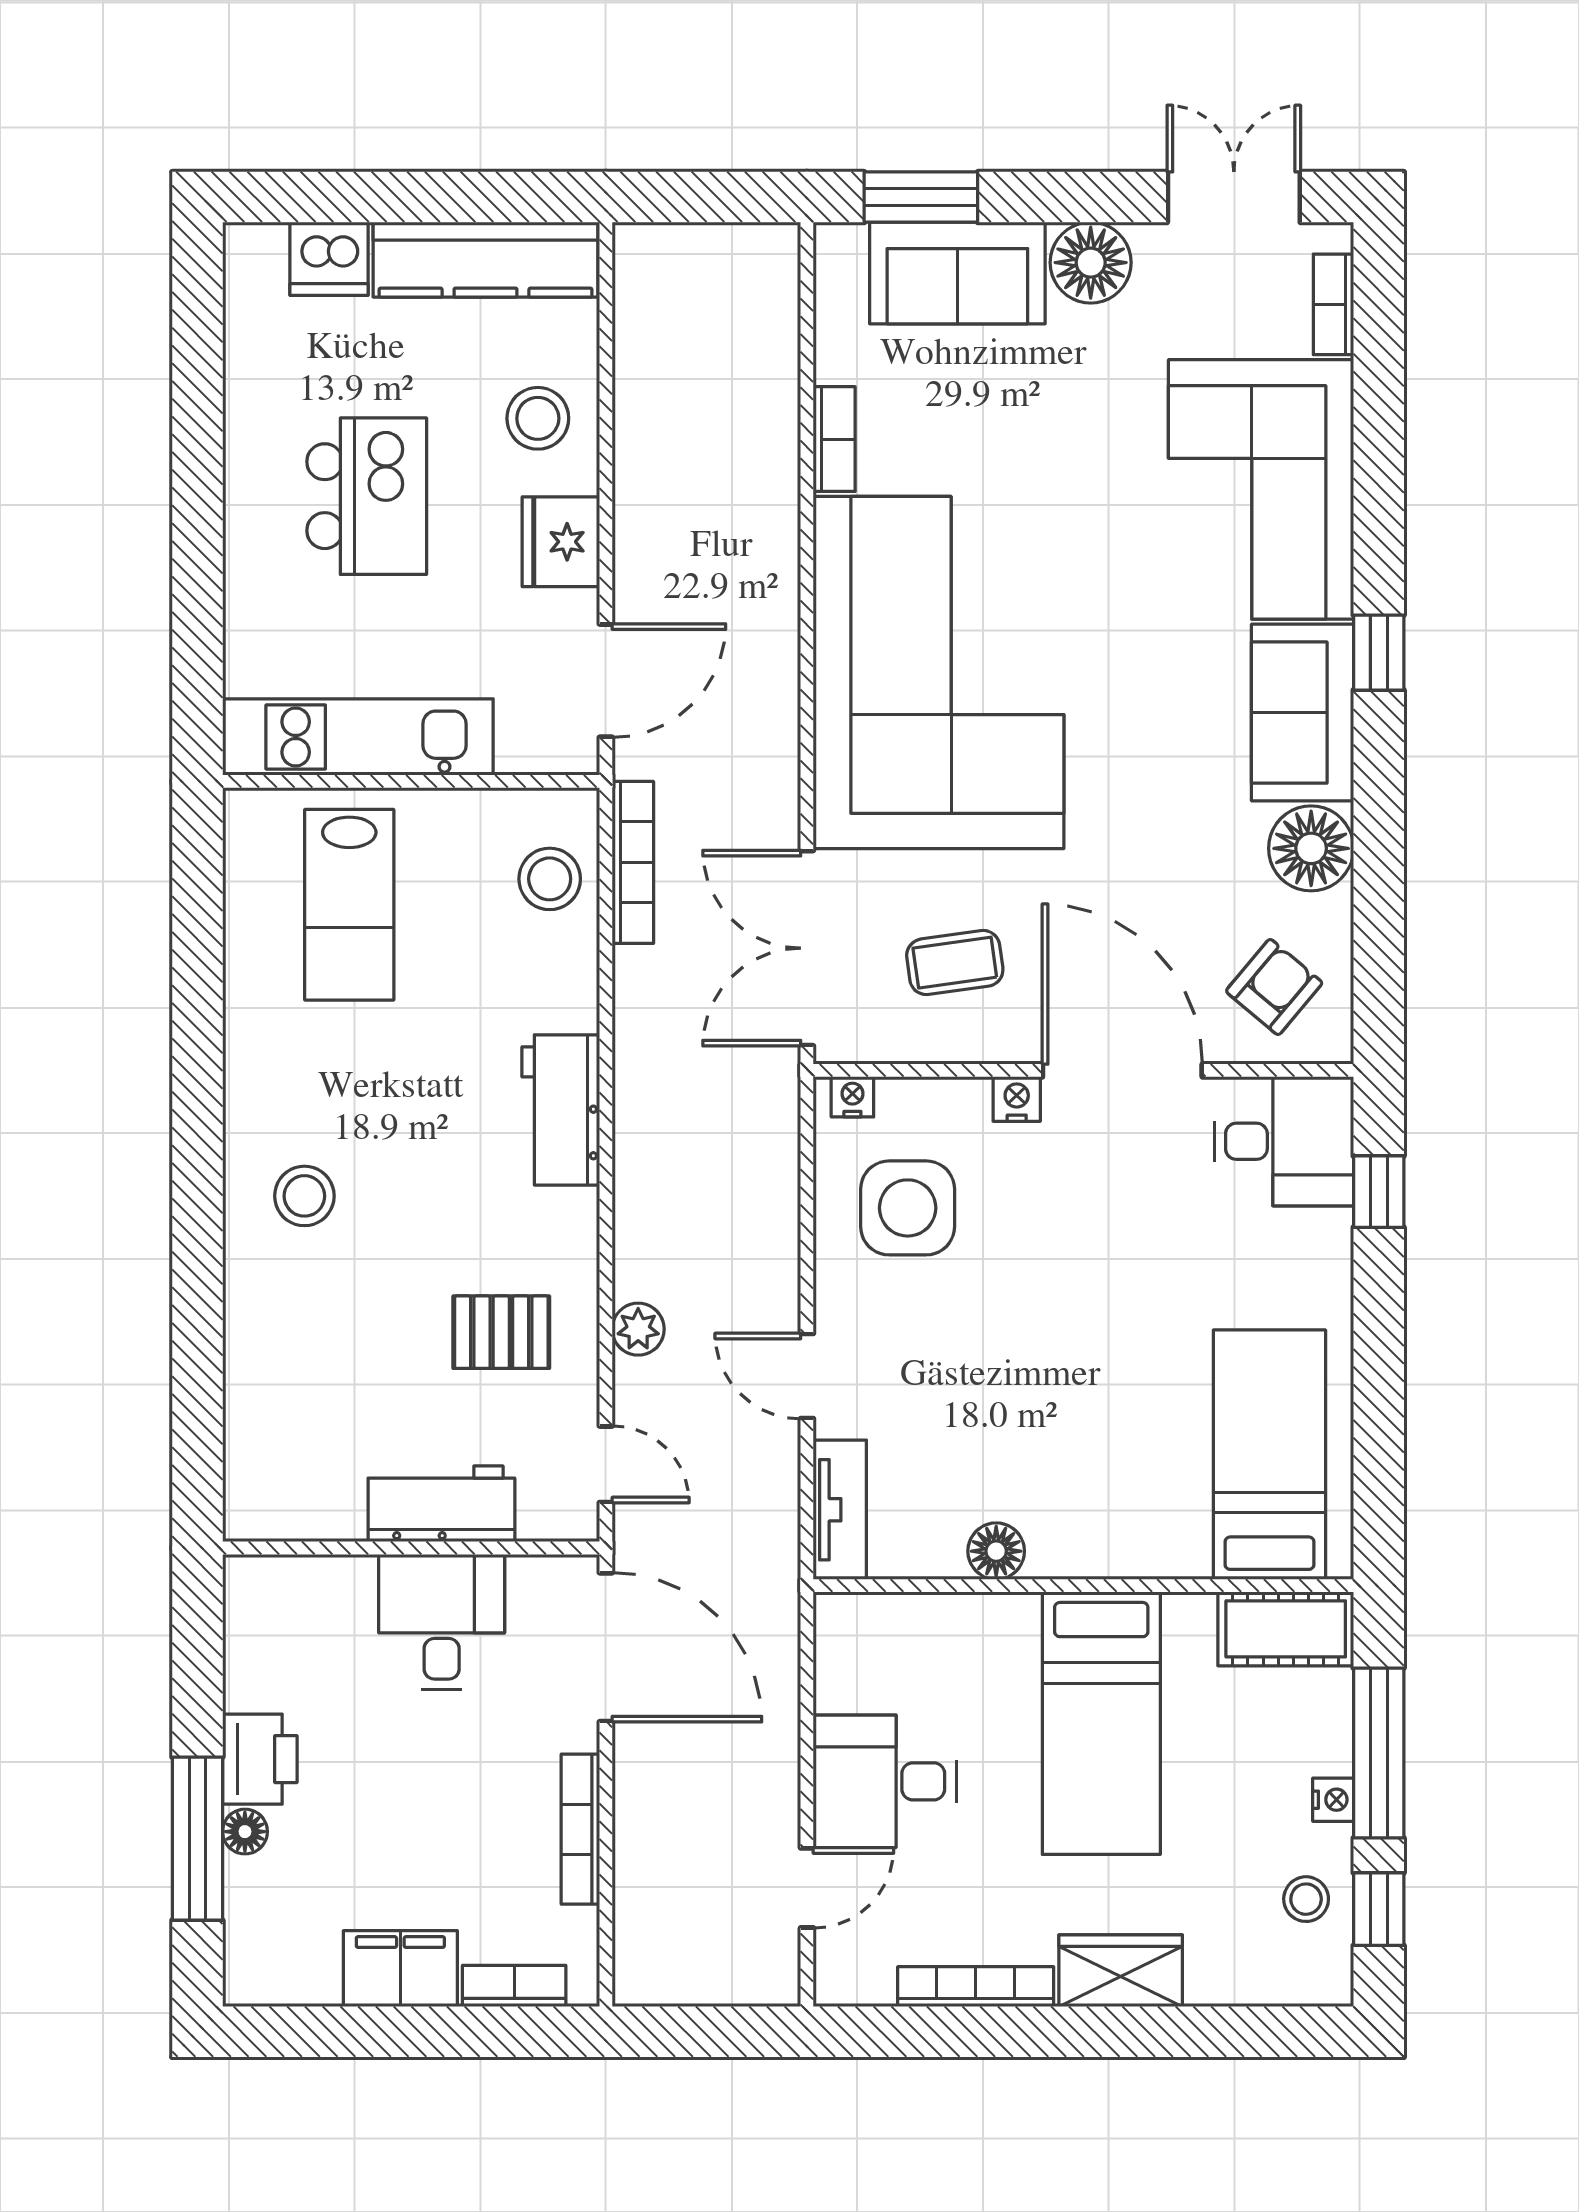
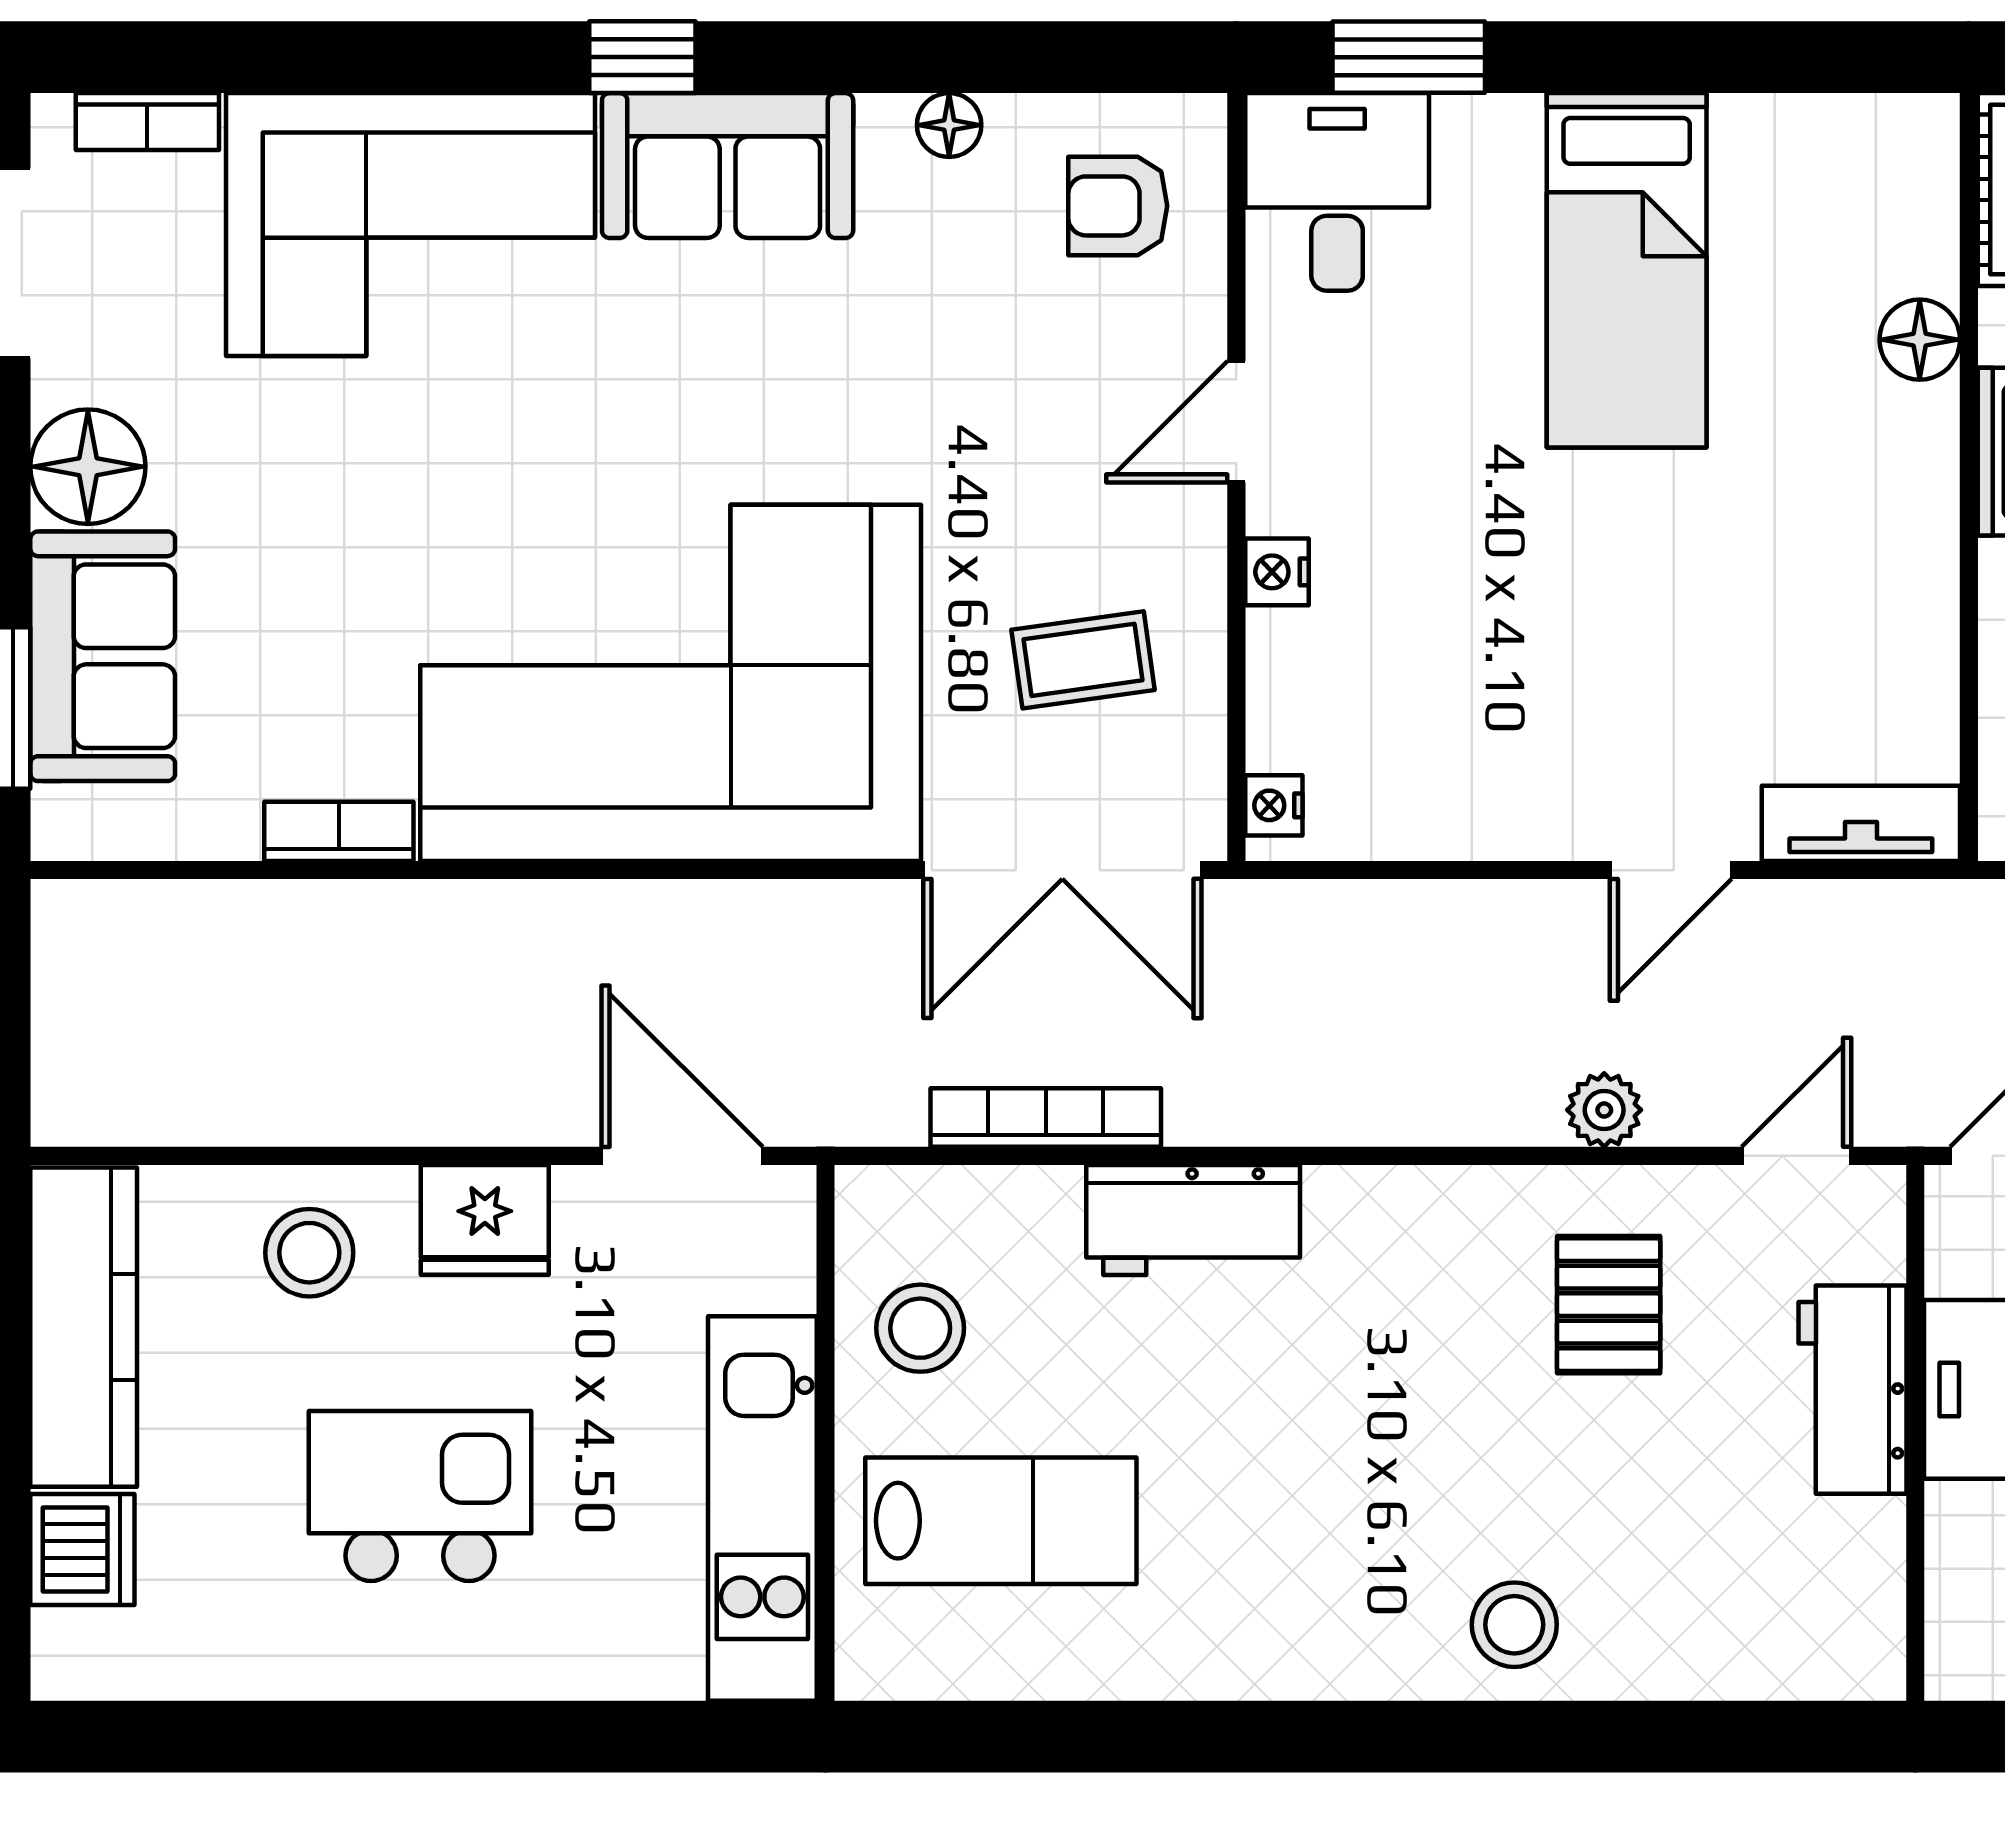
floor lamp: (1311, 848) -> (949, 125), width x0.53, depth x0.53
bookcase: (633, 862) -> (1046, 1118), moved
stool: (550, 879) -> (920, 1328), moved
coffee table: (955, 963) -> (1083, 660), turned 90
armchair: (1274, 987) -> (1118, 206), turned -40
door: (1122, 1070) -> (1236, 422), width x0.53
workbench: (561, 1110) -> (1193, 1220), moved
window: (1379, 1192) -> (1409, 57), width x1.50
stool: (304, 1196) -> (1514, 1625), moved
side table: (908, 1208) -> (1432, 727), removed
bed: (1269, 1455) -> (1627, 270), moved, turned -90
floor lamp: (996, 1551) -> (1920, 340), moved

